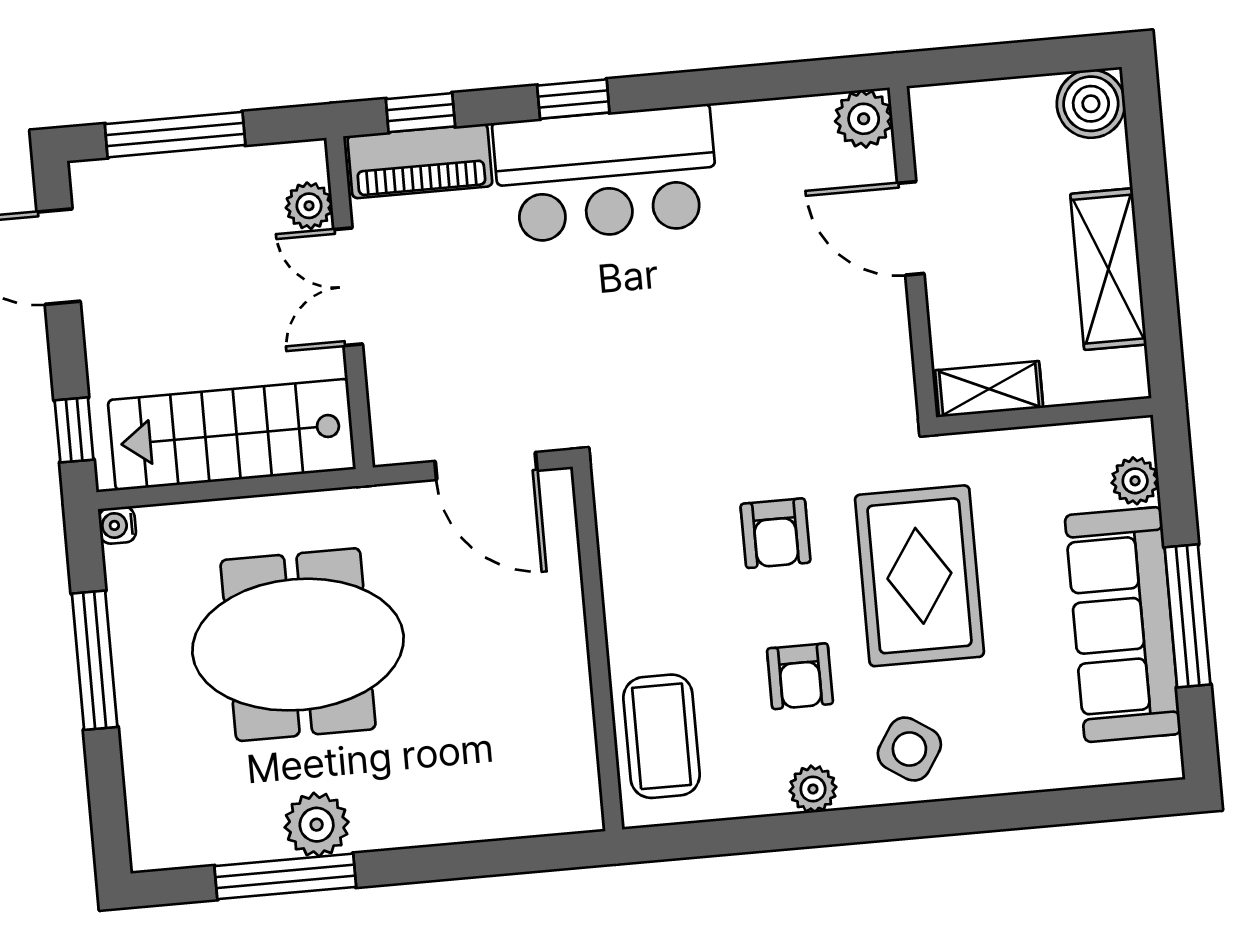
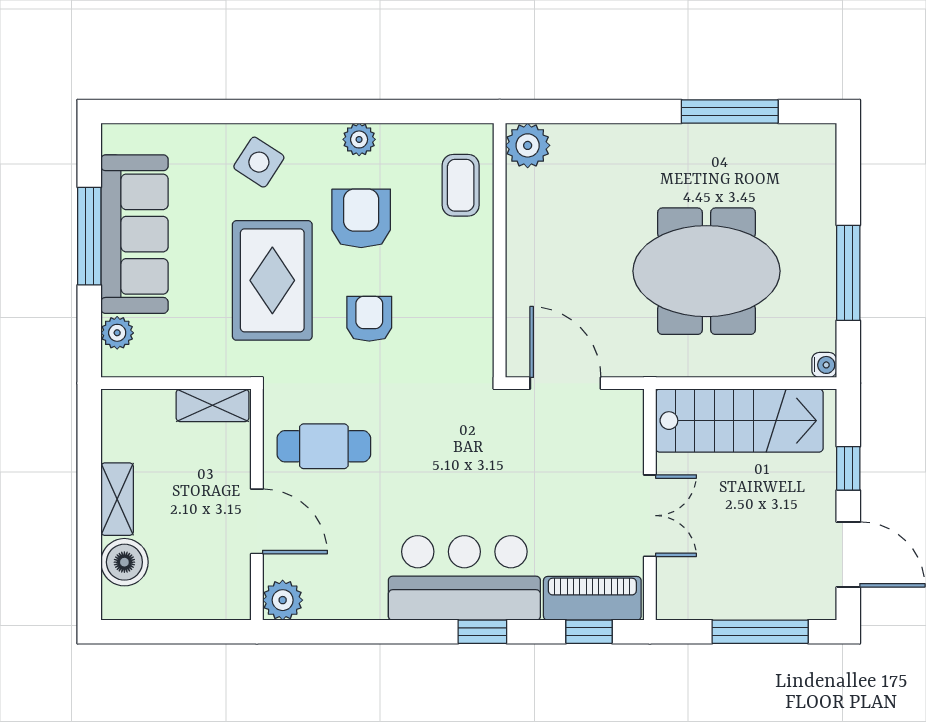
boiler: (1091, 104) -> (124, 562), moved
plant: (309, 206) -> (672, 574), removed
shelving: (1108, 269) -> (117, 499), width x0.67, depth x0.75
cafe table: (824, 345) -> (324, 446), added
window: (74, 430) -> (848, 468), moved
armchair: (800, 676) -> (361, 218), width x1.38, depth x1.38
coffee table: (662, 736) -> (461, 185), width x0.73, depth x0.77
side table: (909, 749) -> (259, 162), moved
plant: (317, 825) -> (528, 145), moved

